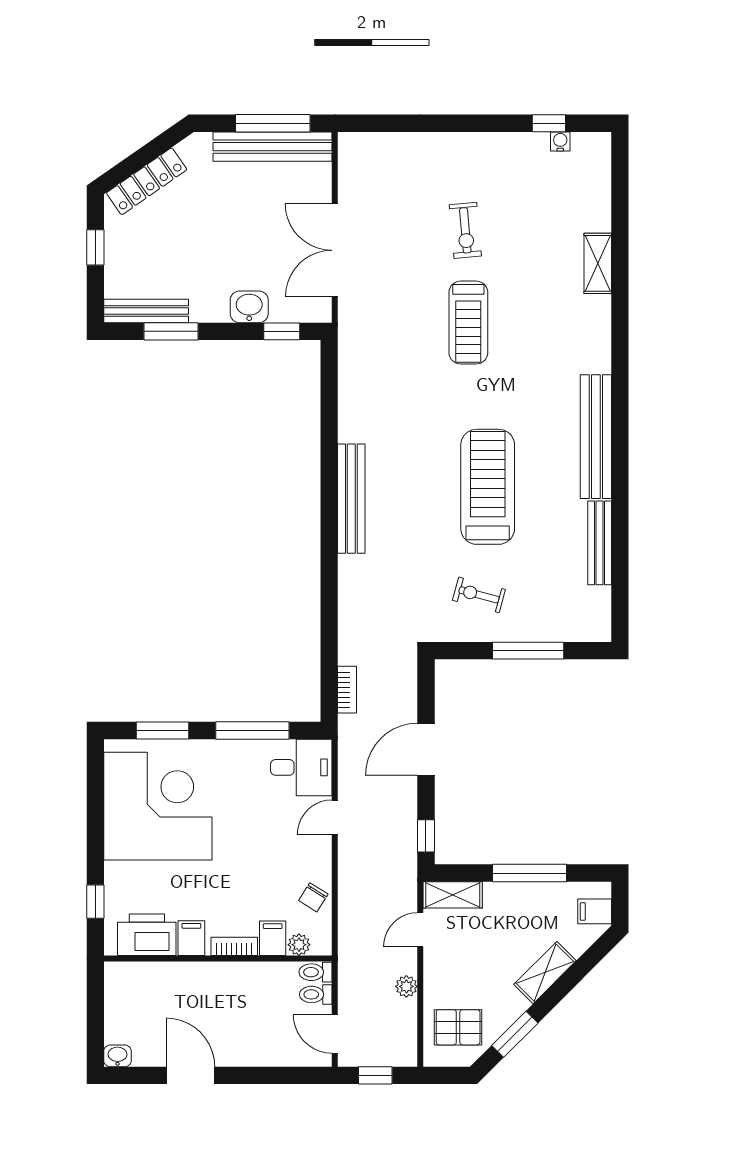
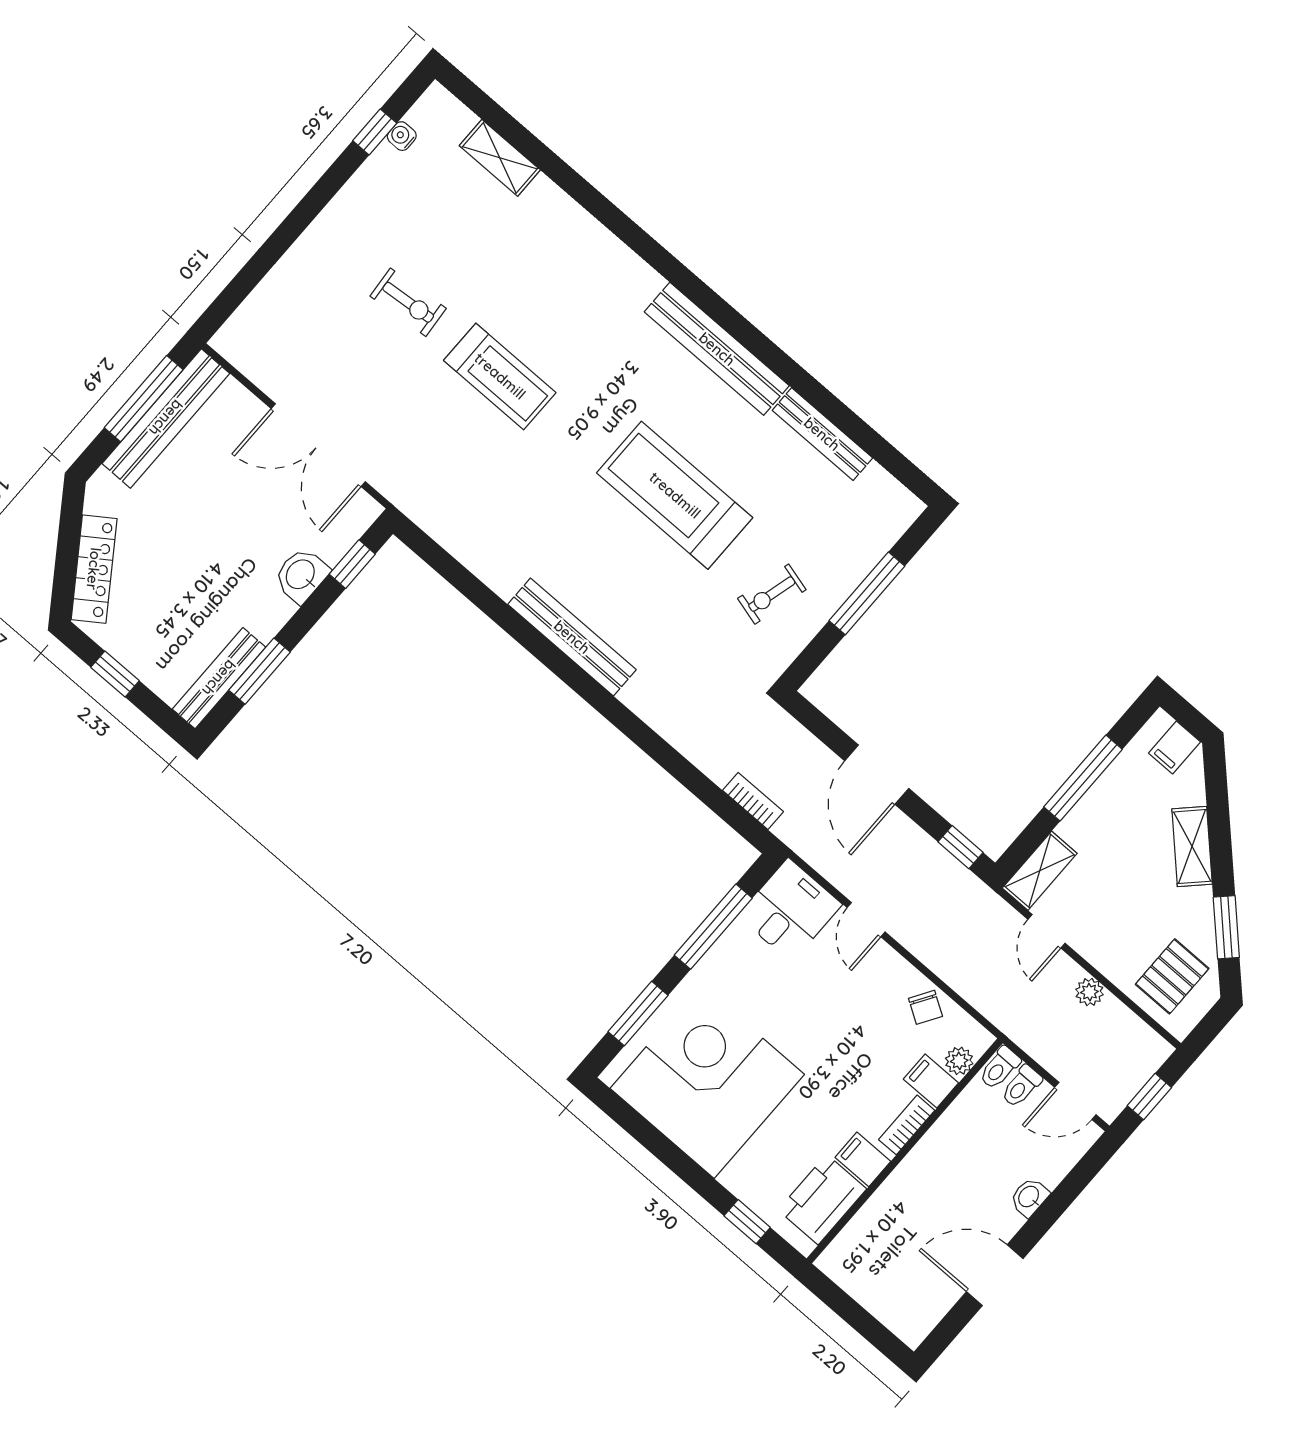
shelving: (598, 263) -> (500, 158), moved
washbasin: (118, 1056) -> (1029, 1197), moved

